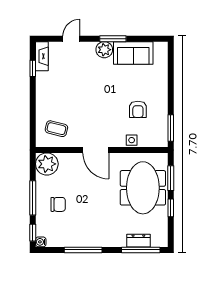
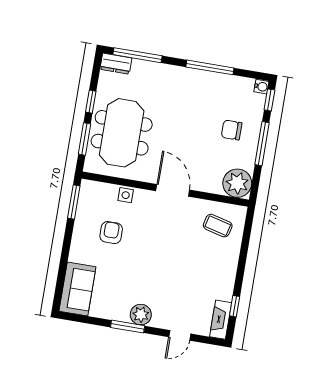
sofa: (133, 53) -> (77, 289), moved, turned 90
dresser: (138, 241) -> (116, 64), moved

